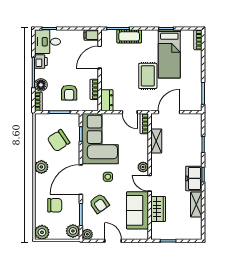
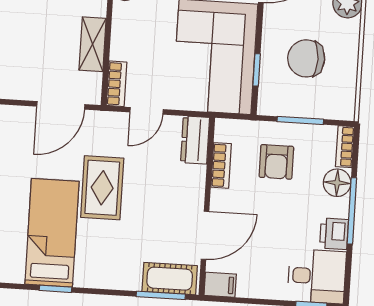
cot: (129, 36) -> (170, 279), moved
armchair: (69, 93) -> (276, 162), turned 180
door: (130, 112) -> (147, 111), swing flipped
chair: (59, 141) -> (306, 58), turned -146

